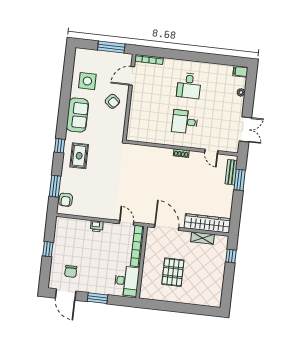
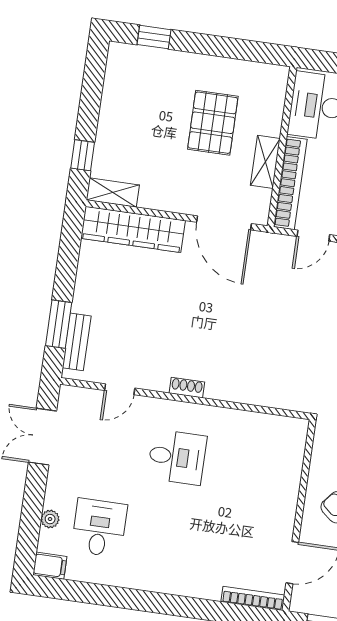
desk: (189, 86) -> (99, 528), moved
door: (211, 151) -> (120, 389), swing flipped
door: (126, 223) -> (313, 236), hinge flipped
shelving: (202, 238) -> (113, 193), moved
shelving: (149, 255) -> (265, 162), added
window: (200, 310) -> (154, 37), added

